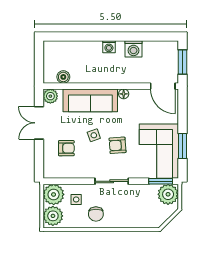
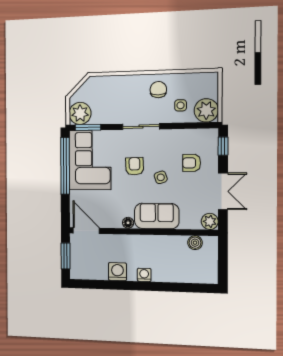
sofa: (90, 100) -> (157, 216), width x0.73
armchair: (118, 145) -> (135, 166), turned -88
window: (182, 146) -> (65, 166), width x2.11
window: (39, 163) -> (223, 146), added
plant: (53, 216) -> (207, 86), removed

